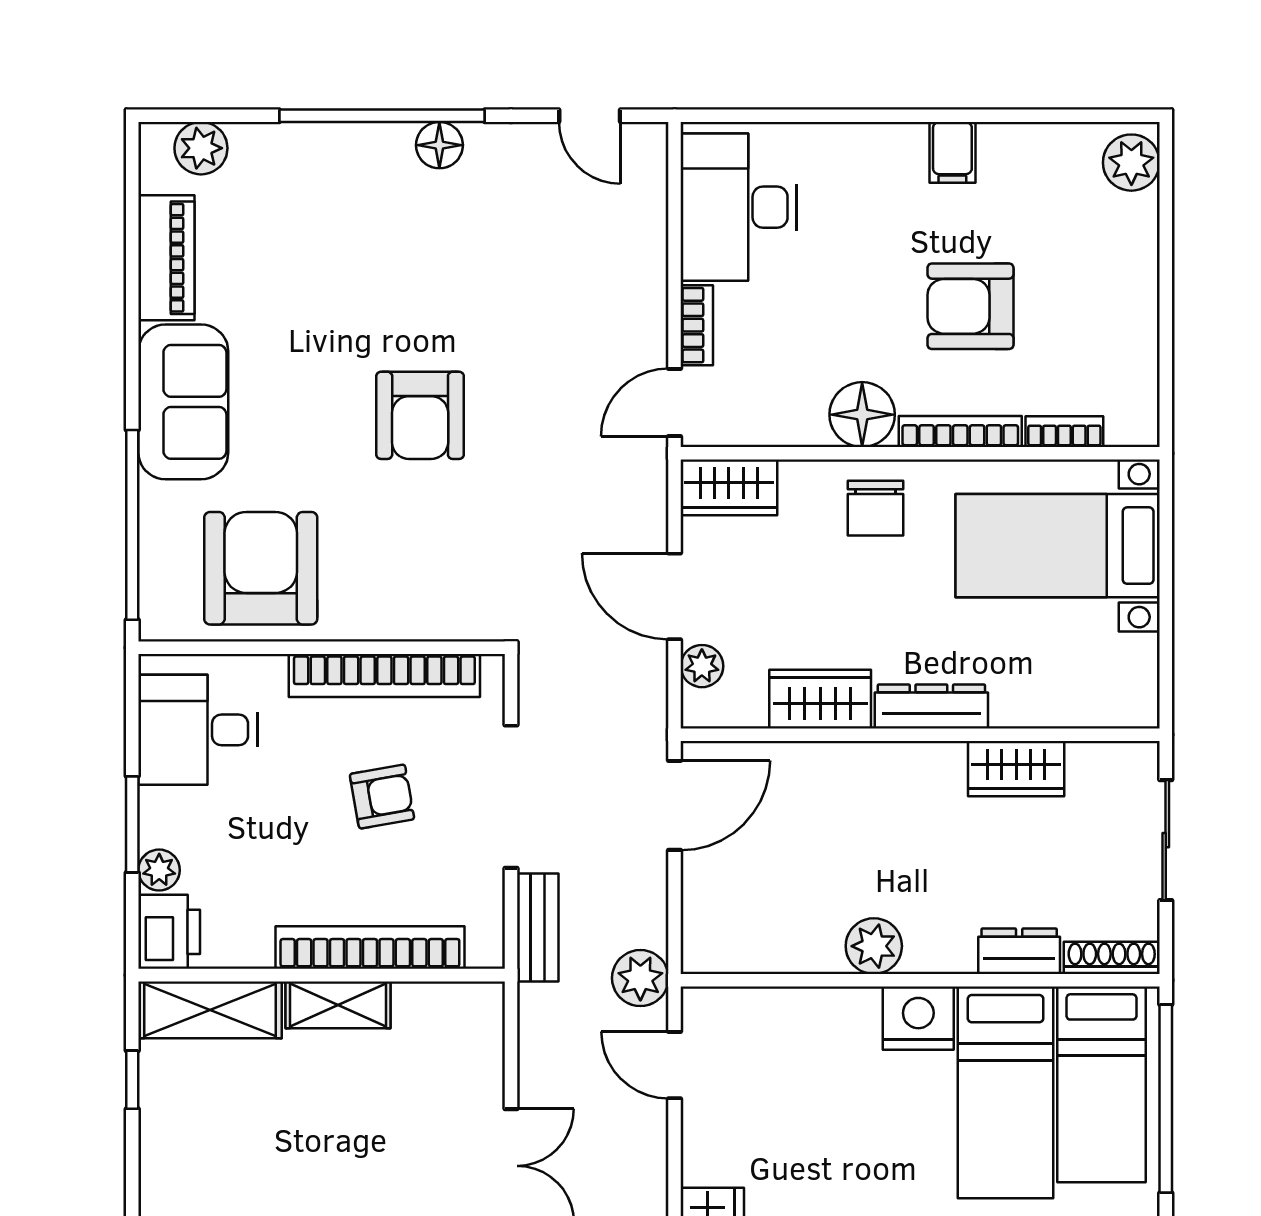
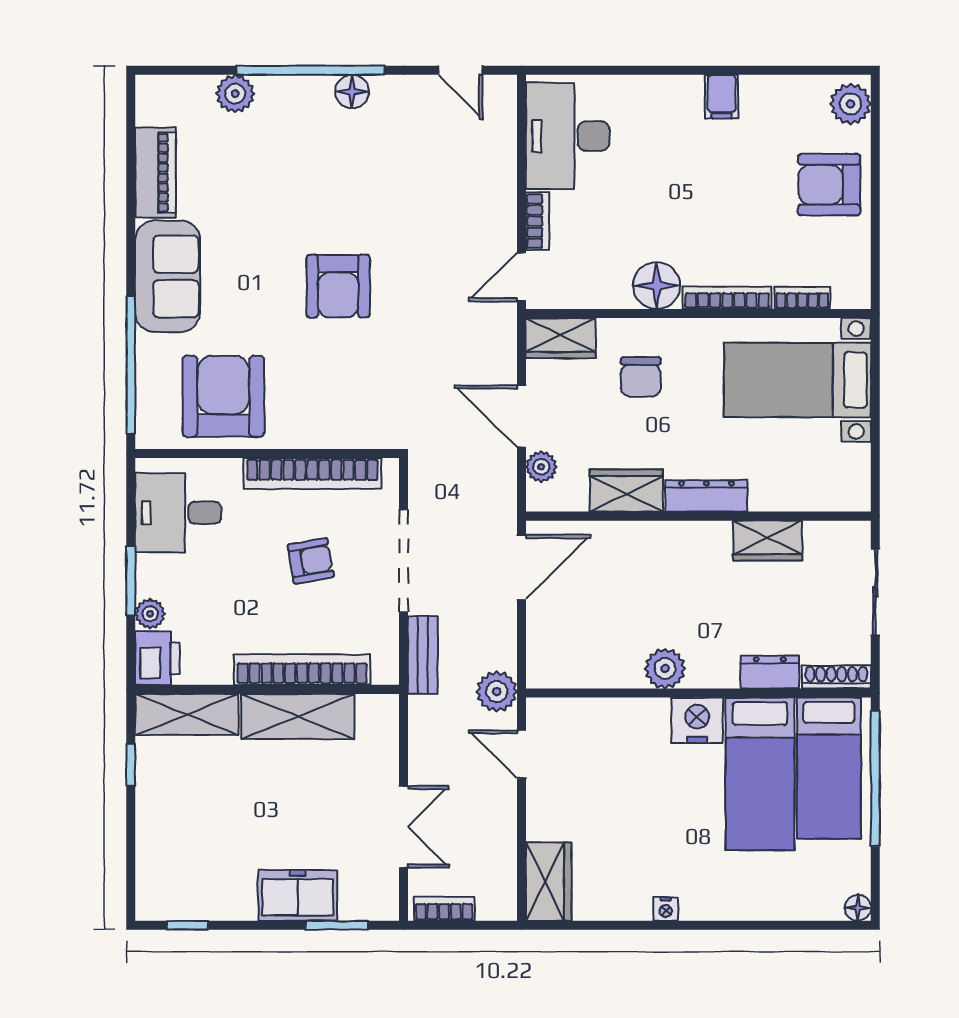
plant: (201, 148) -> (235, 94), moved
armchair: (970, 306) -> (829, 185), moved
chair: (876, 508) -> (641, 377), moved
shelving: (338, 1005) -> (298, 716), width x1.50, depth x1.33

